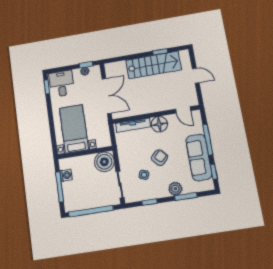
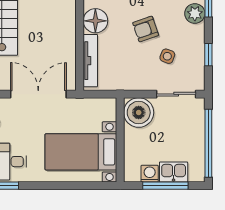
armchair: (160, 158) -> (146, 29), turned -64
kitchen sink: (69, 191) -> (174, 172), added

